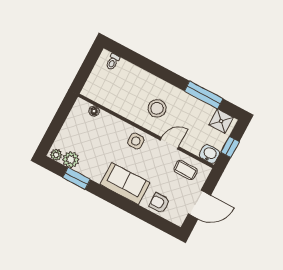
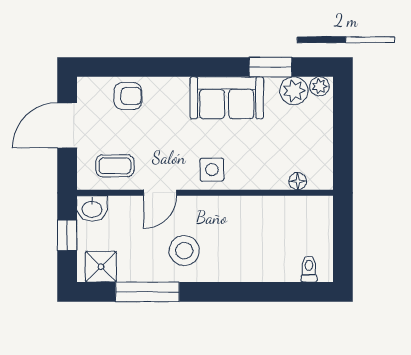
stool: (157, 108) -> (184, 251), moved
sofa: (125, 184) -> (227, 98), moved

